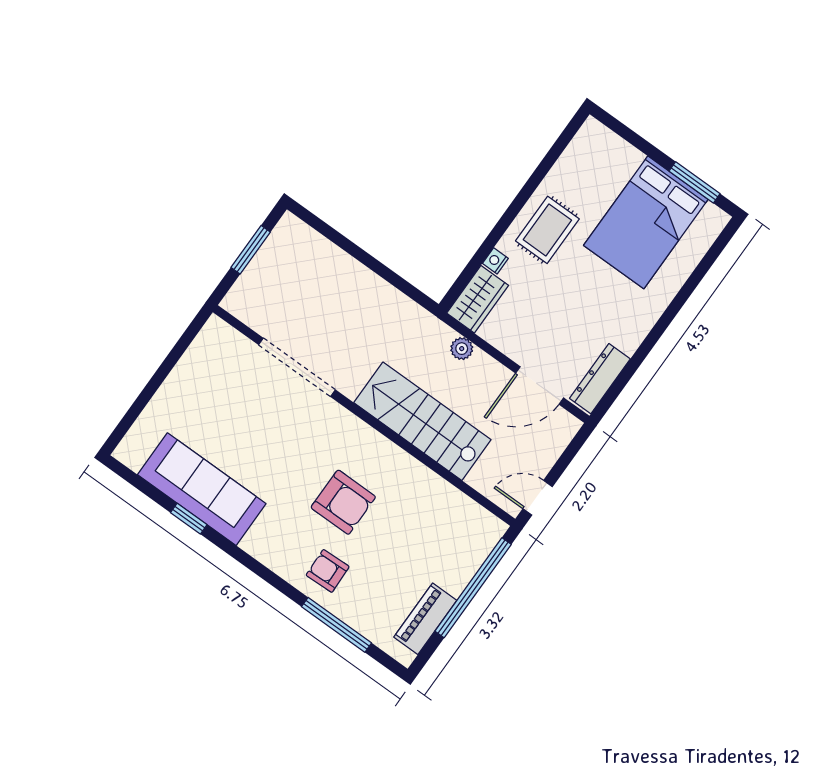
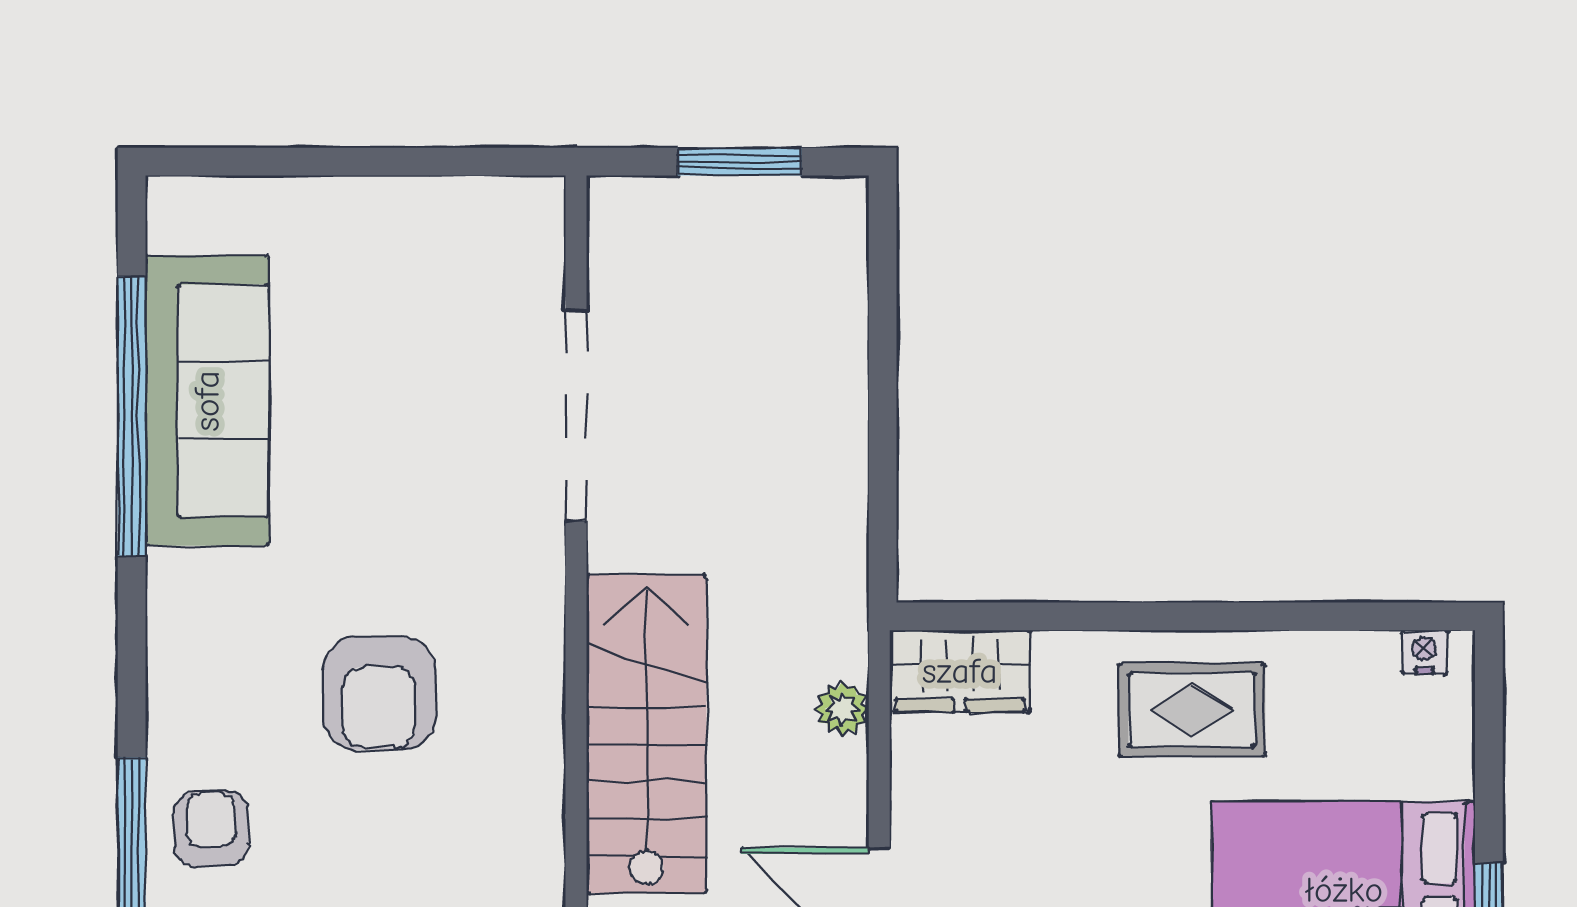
nightstand: (495, 261) -> (1424, 652), moved
window: (189, 519) -> (132, 416), width x3.17
armchair: (328, 571) -> (211, 829), moved

